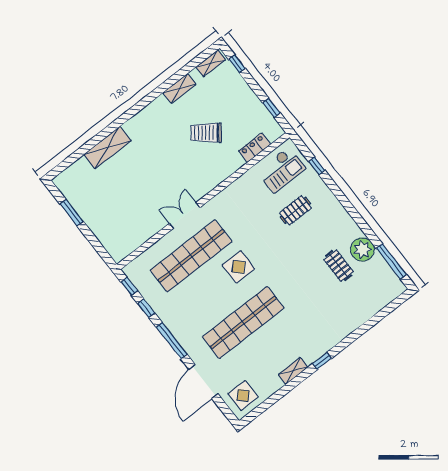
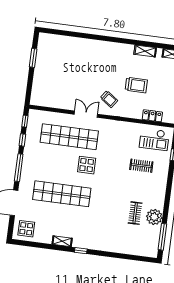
trolley: (206, 133) -> (136, 85), turned 142
shelving: (107, 148) -> (82, 44), removed
trolley: (193, 176) -> (109, 99), added

